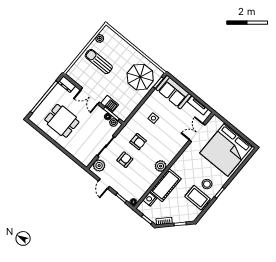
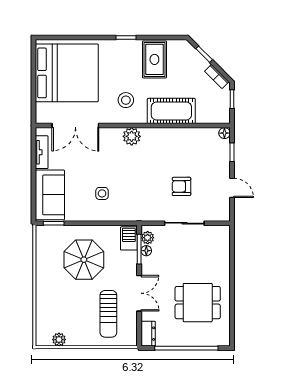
sun lounger: (99, 62) -> (108, 314), moved
parasol: (140, 77) -> (84, 260), moved
barbecue: (110, 104) -> (129, 238), moved
dining table: (62, 121) -> (198, 303), turned 90
double door: (197, 133) -> (75, 126), width x1.37
armchair: (138, 142) -> (146, 188), removed
plant: (99, 166) -> (215, 212), removed
plant: (161, 166) -> (132, 136), moved
door: (104, 184) -> (232, 188), hinge flipped
stool: (207, 184) -> (126, 100), moved
nightstand: (150, 199) -> (205, 116), removed

